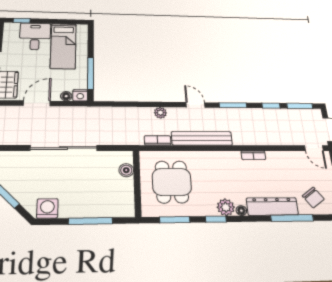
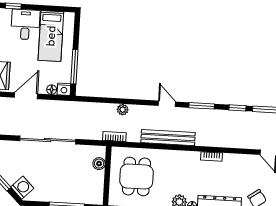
plant: (160, 113) -> (123, 110), moved
bookcase: (158, 140) -> (114, 137), moved
washing machine: (47, 208) -> (22, 188), moved, turned 45

